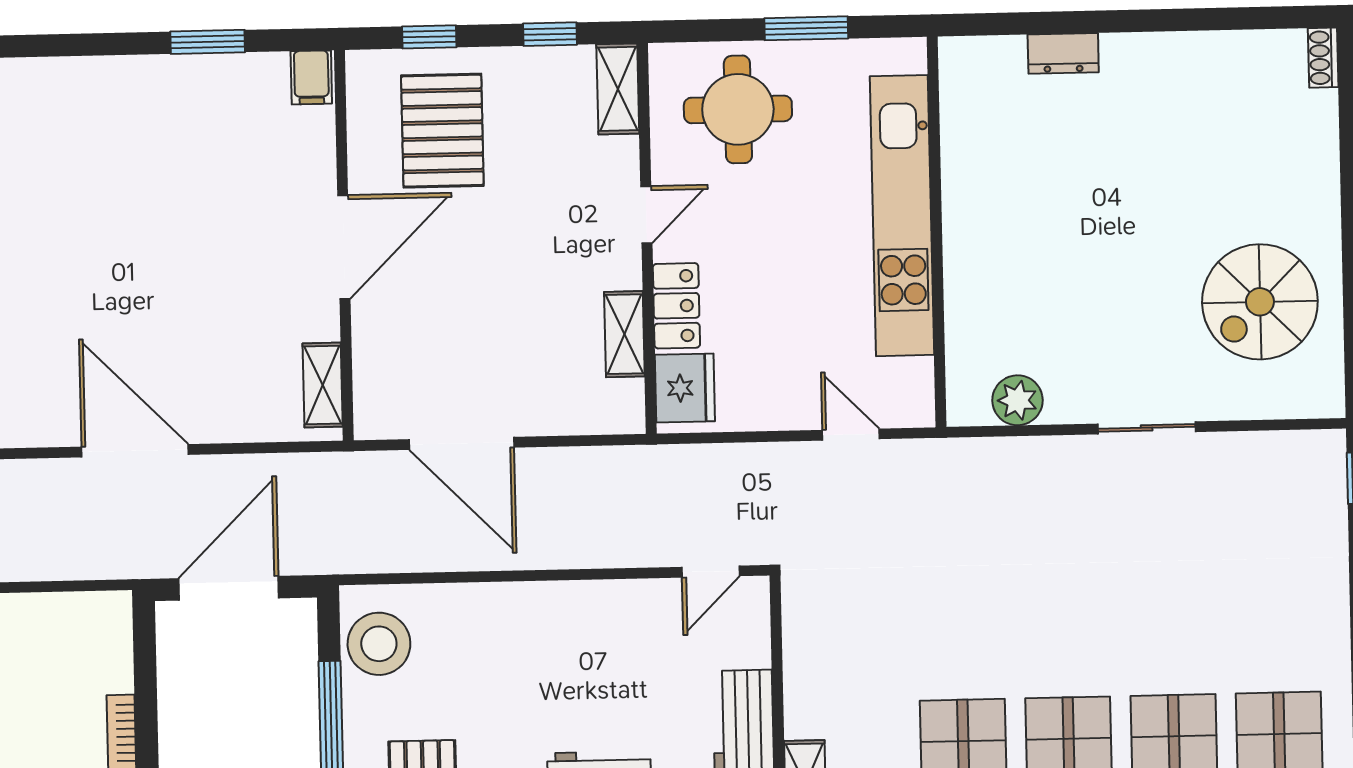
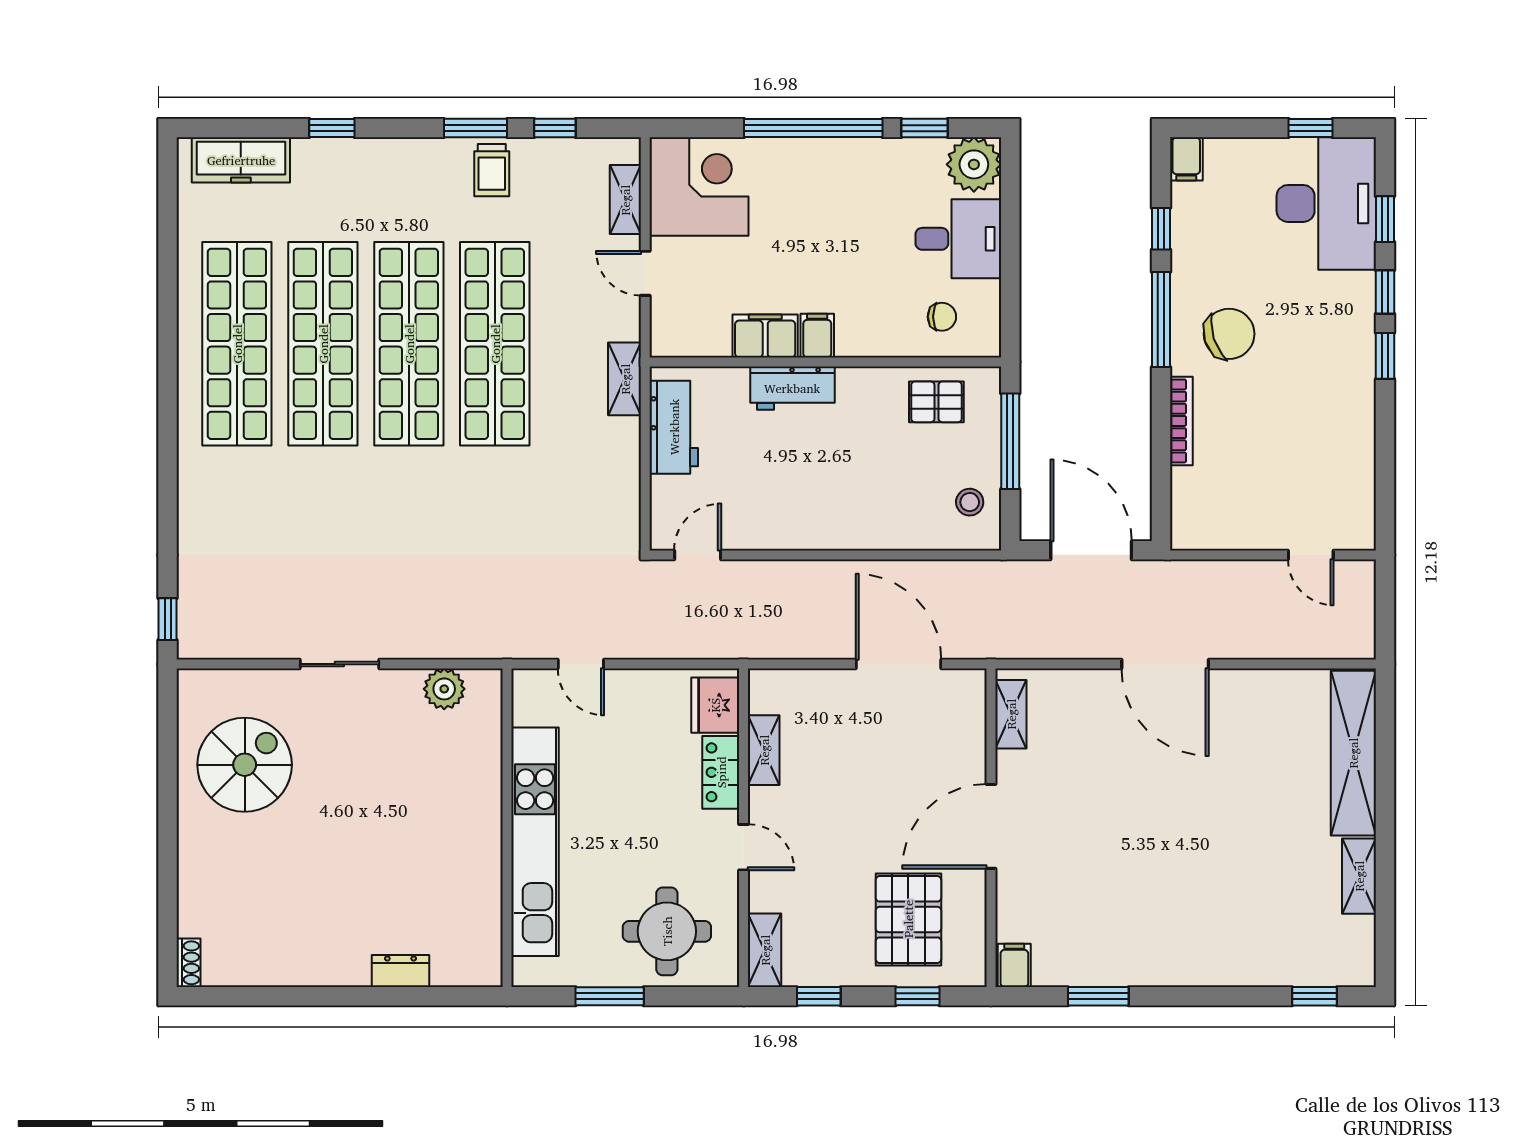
door: (646, 215) -> (744, 847), swing flipped
door: (229, 588) -> (1091, 550), swing flipped
stool: (379, 644) -> (970, 502), width x0.53, depth x0.53

